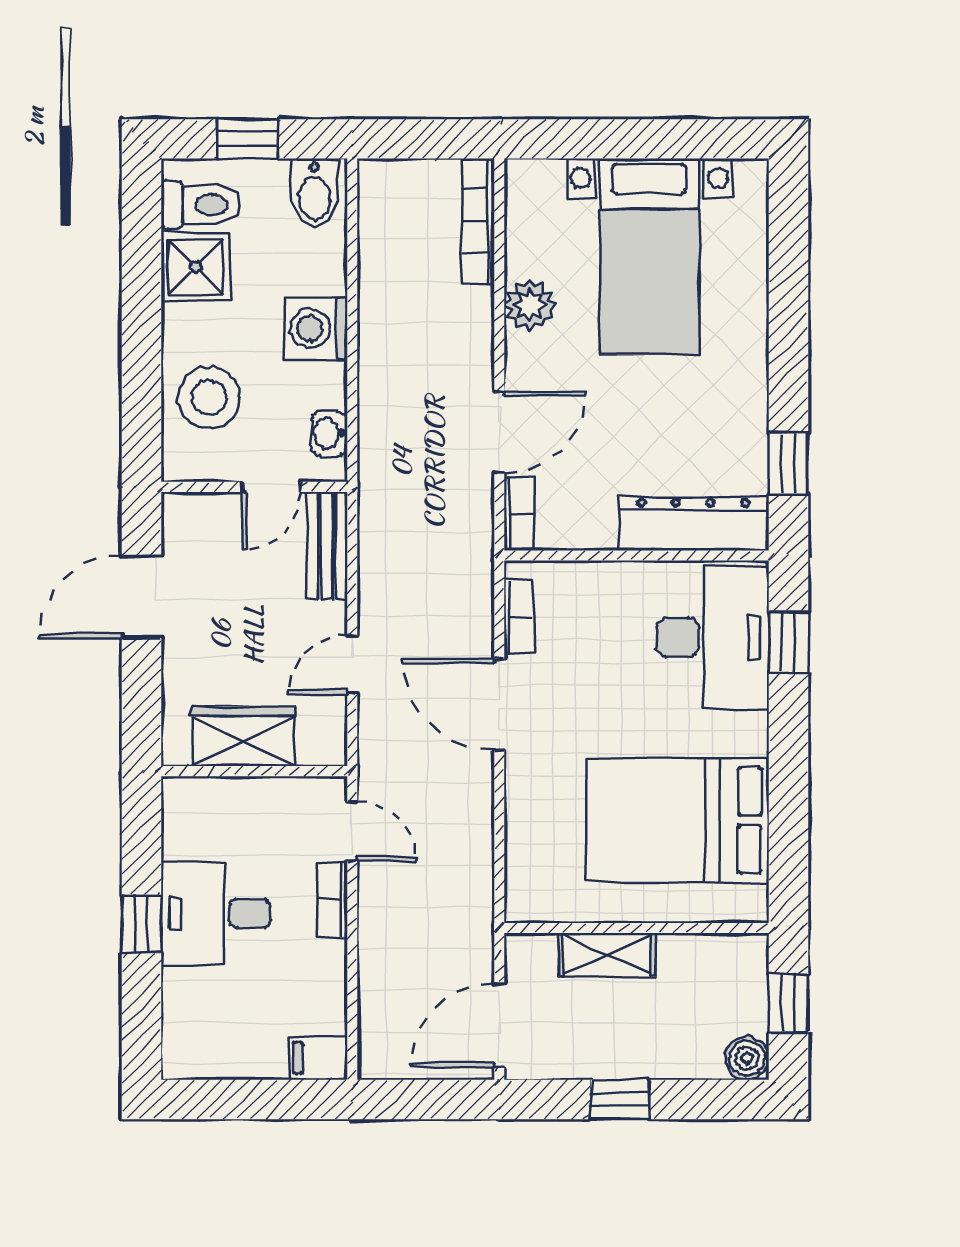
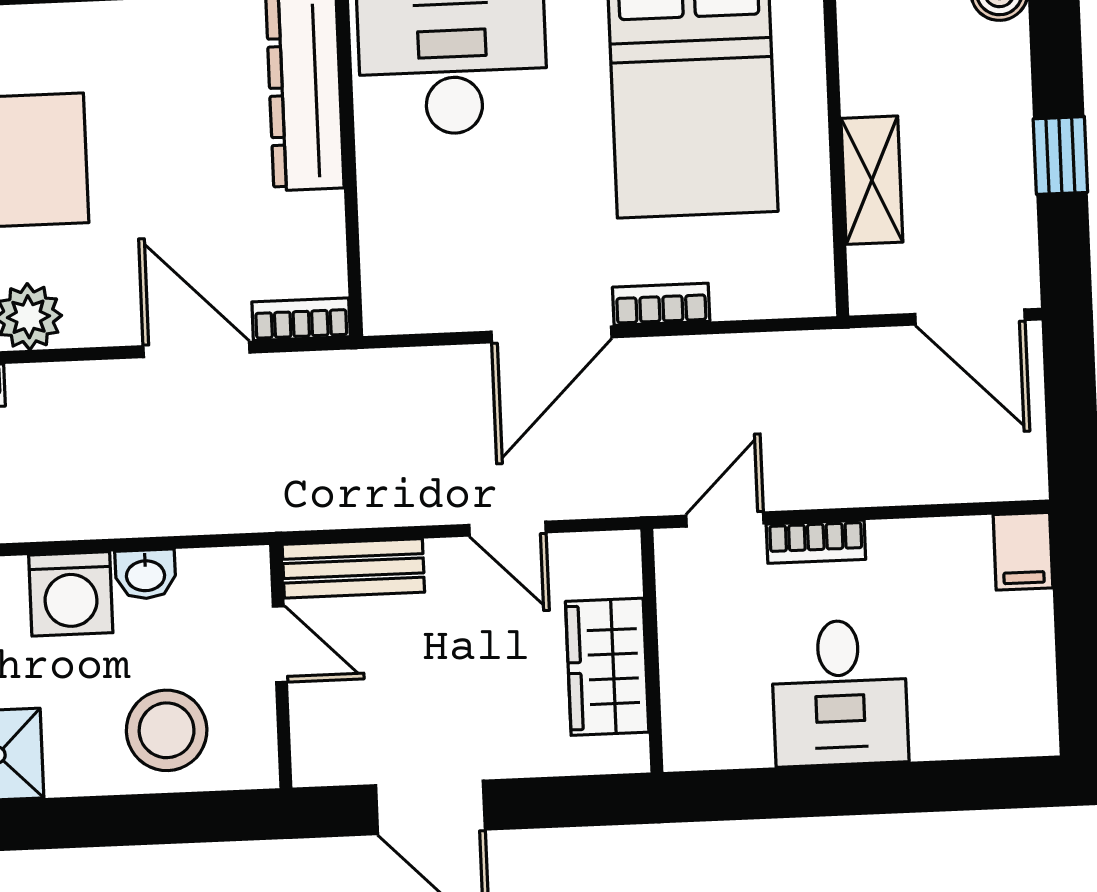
washbasin: (329, 433) -> (145, 574), moved
bookcase: (519, 617) -> (661, 304), moved
window: (141, 923) -> (857, 790), removed

